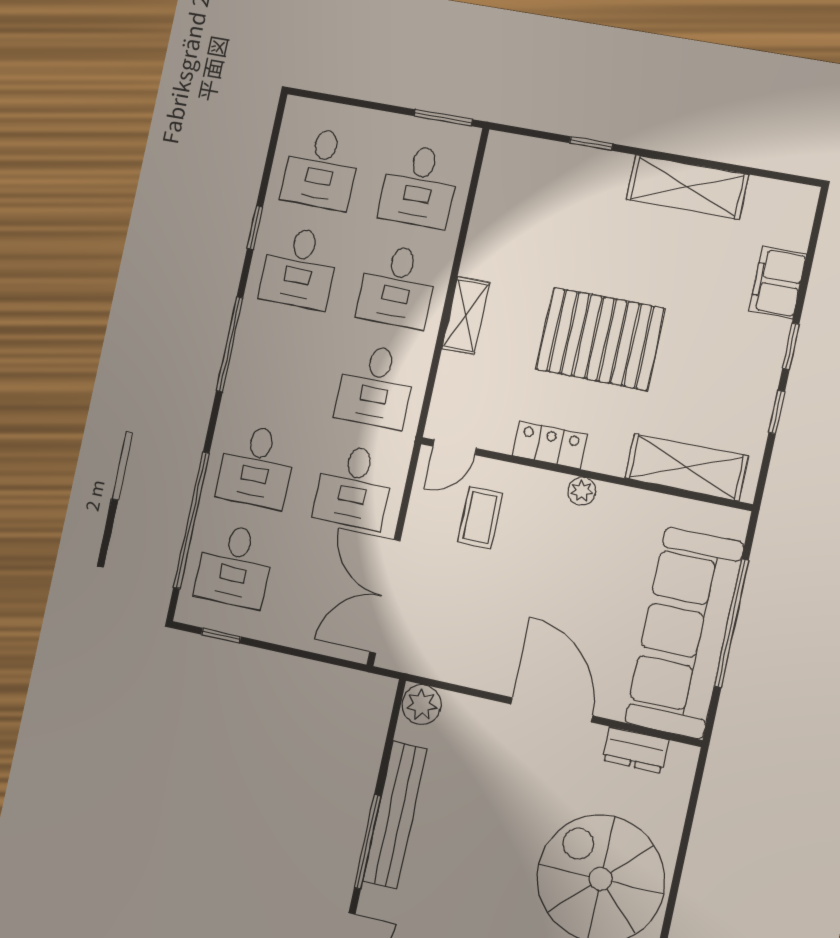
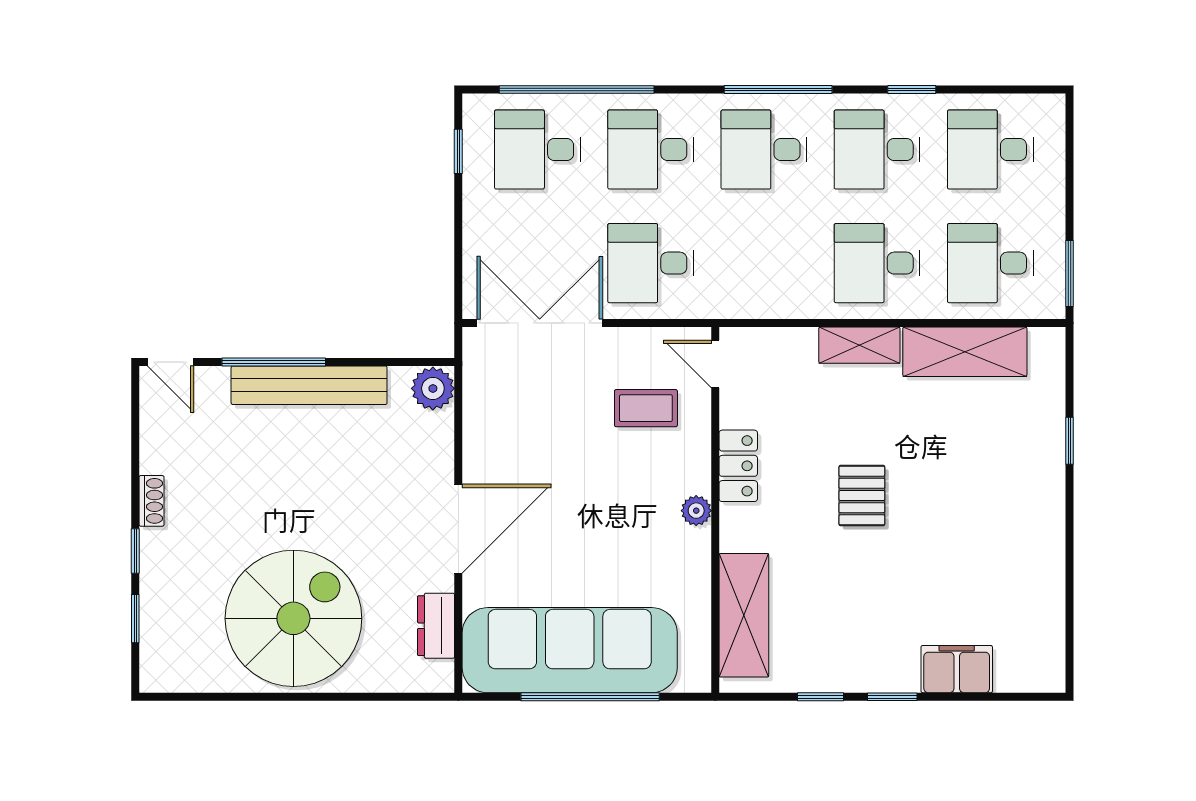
shelving: (687, 187) -> (965, 352), moved, turned 90
pallet: (600, 339) -> (862, 495), width x0.49, depth x0.50
desk: (376, 386) -> (764, 150), moved

